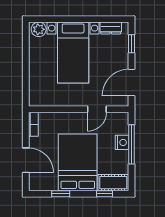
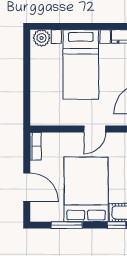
door: (97, 109) -> (95, 129), moved
window: (61, 194) -> (67, 225), width x1.50

